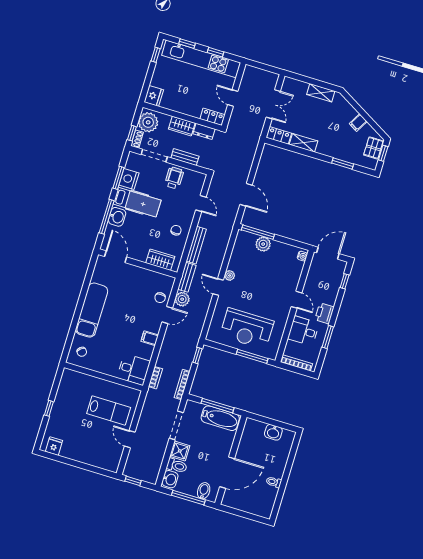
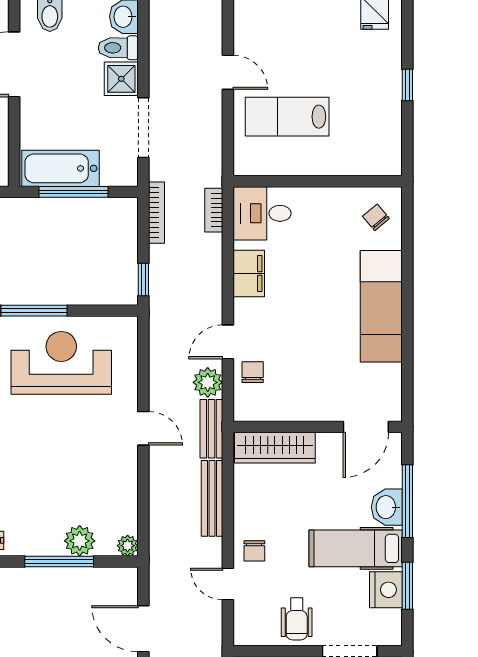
chair: (176, 230) -> (254, 551), moved
window: (258, 232) -> (59, 561), moved
door: (116, 257) -> (366, 427), hinge flipped
wardrobe: (160, 260) -> (275, 448), width x1.50
plant: (230, 275) -> (128, 546), moved
filing cabinet: (150, 338) -> (249, 274), width x2.00

